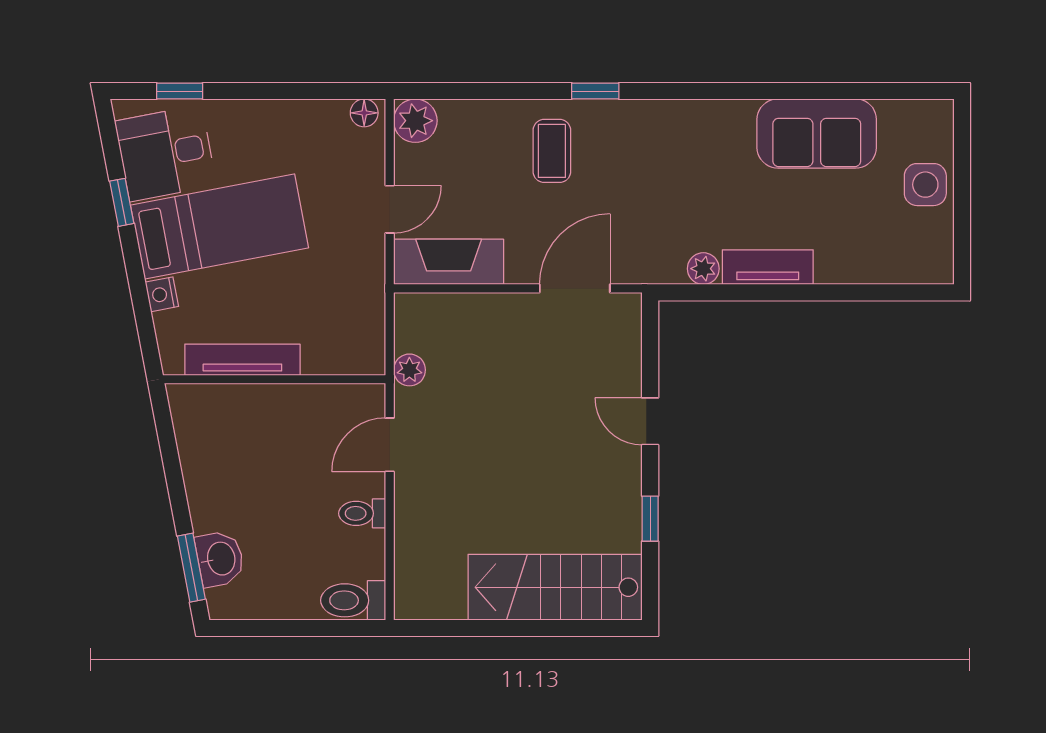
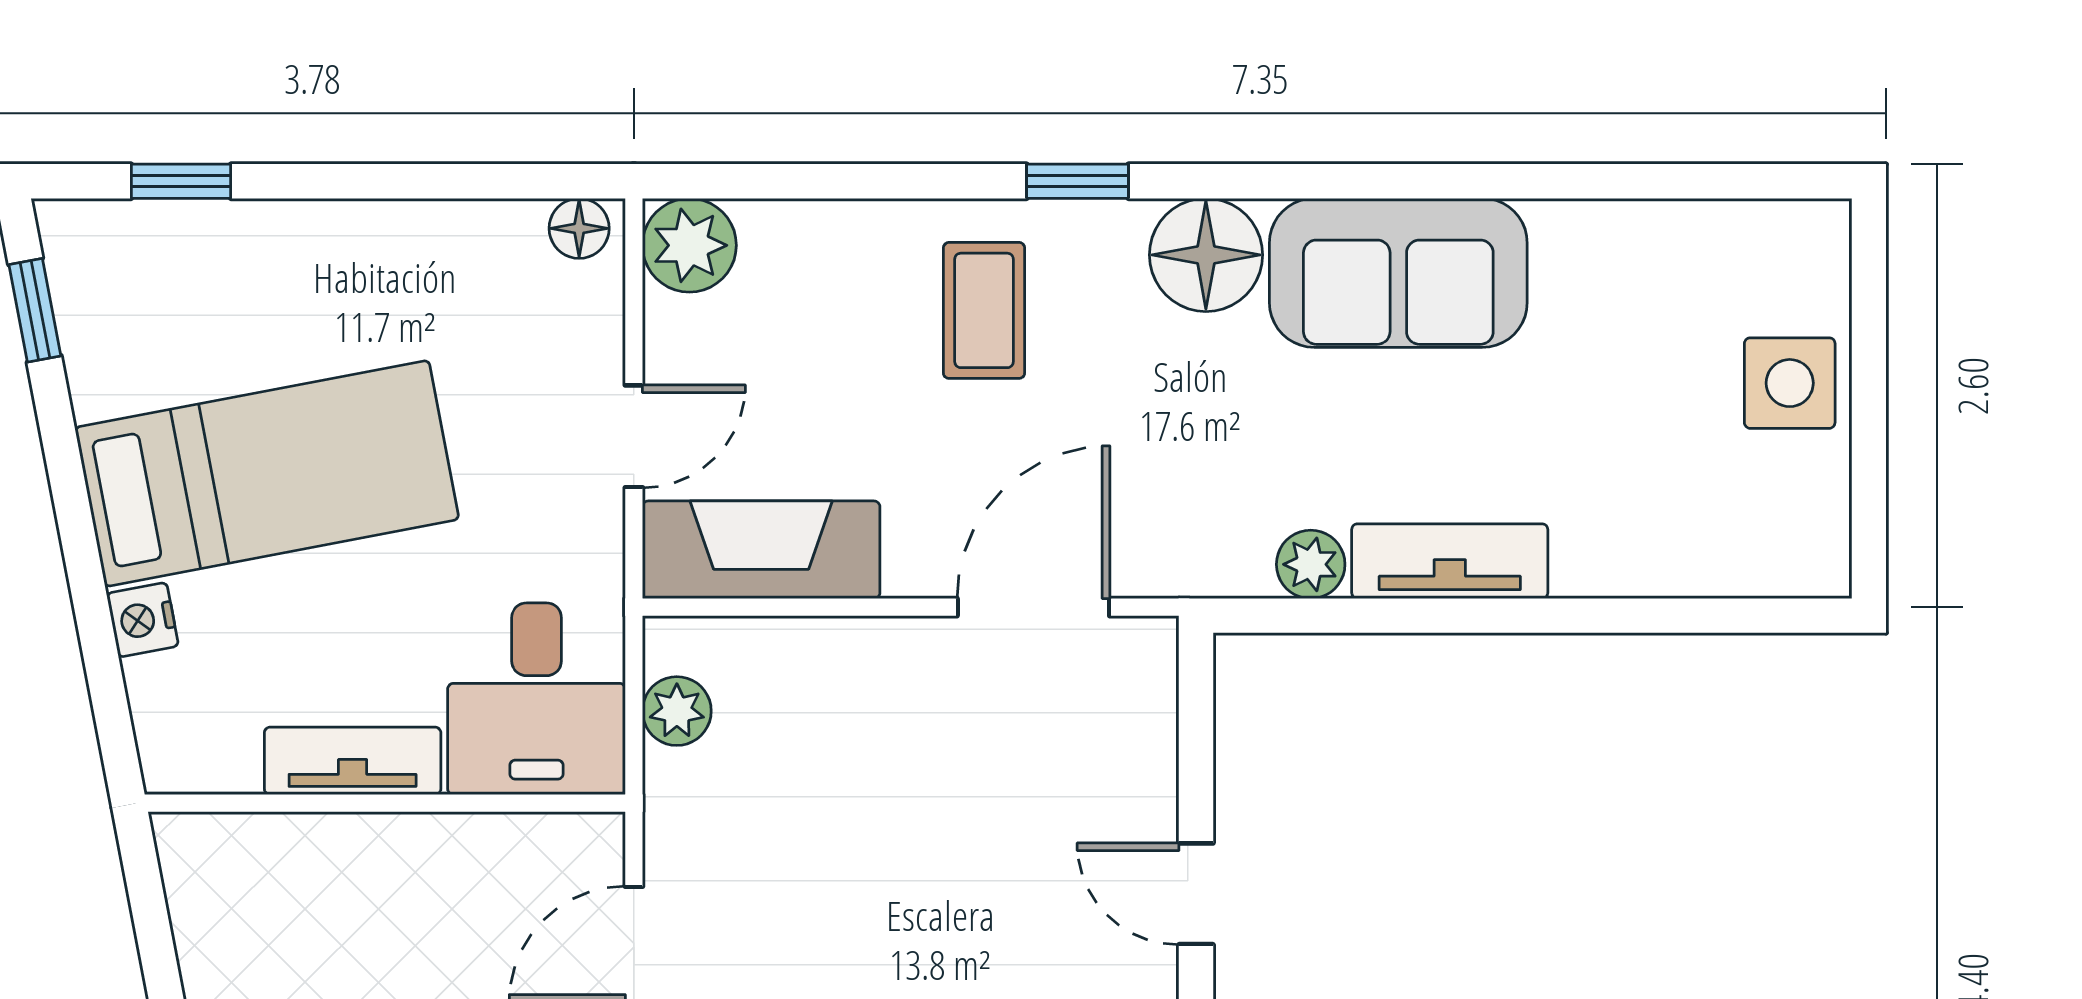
floor lamp: (655, 125) -> (1206, 255), added
sofa: (817, 133) -> (1398, 273), moved
desk: (166, 153) -> (537, 699), moved, turned -79
window: (122, 202) -> (35, 310), moved
tv unit: (242, 360) -> (353, 761), width x0.71
plant: (409, 370) -> (677, 711), moved

